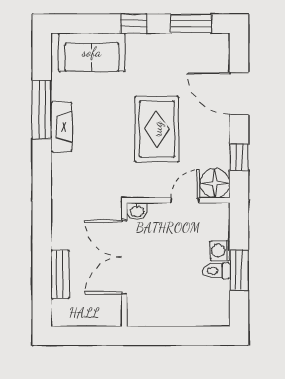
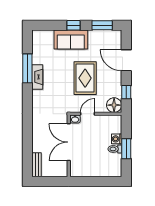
sofa: (92, 52) -> (71, 40), moved
door: (185, 200) -> (88, 114), moved
bench: (60, 274) -> (37, 165), moved

